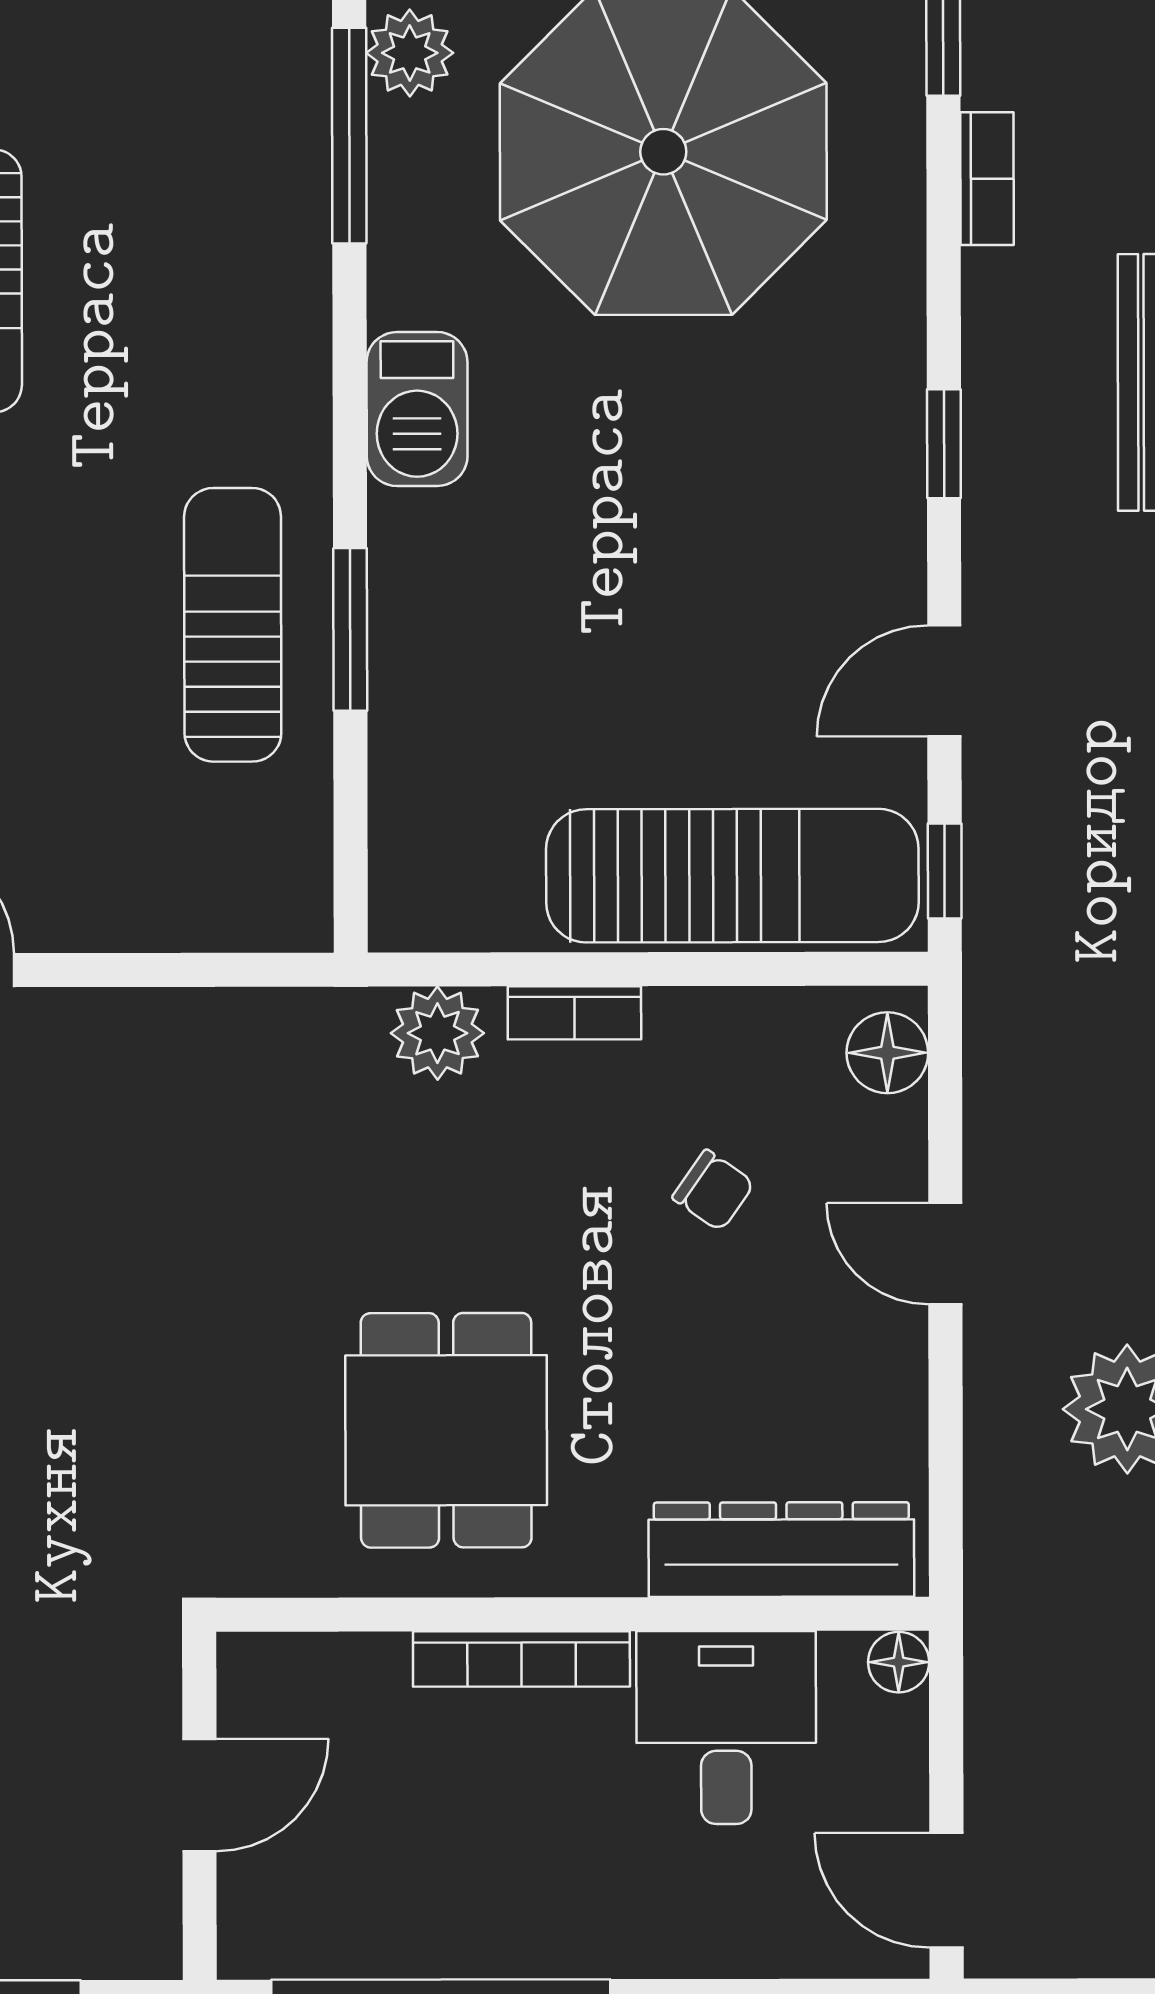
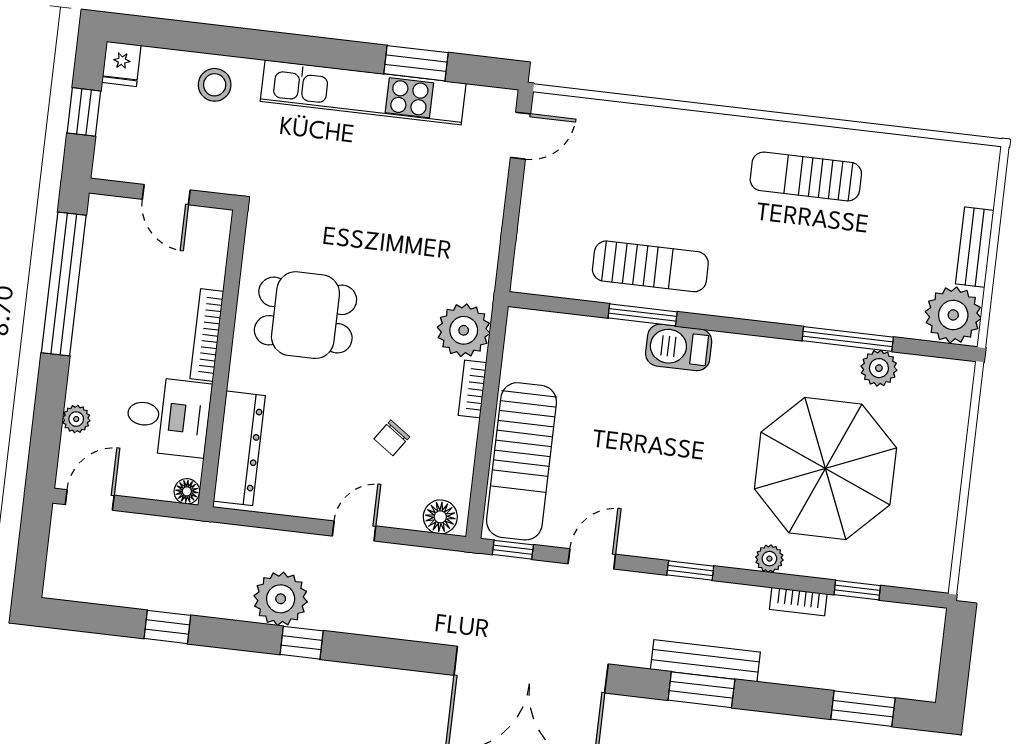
plant: (893, 259) -> (769, 559), added
barbecue: (417, 409) -> (679, 347), moved
door: (944, 681) -> (592, 559), hinge flipped
plant: (437, 1033) -> (464, 330), width x1.36, depth x1.36
plant: (758, 1945) -> (76, 419), added

